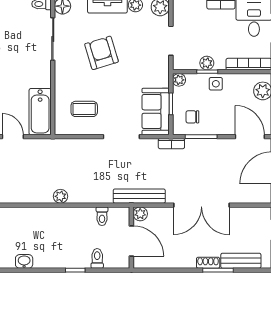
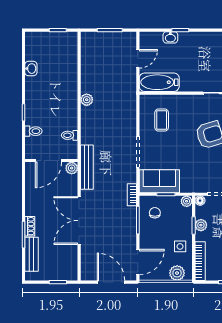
floor lamp: (178, 64) -> (200, 201), added
side table: (216, 84) -> (180, 246), moved

